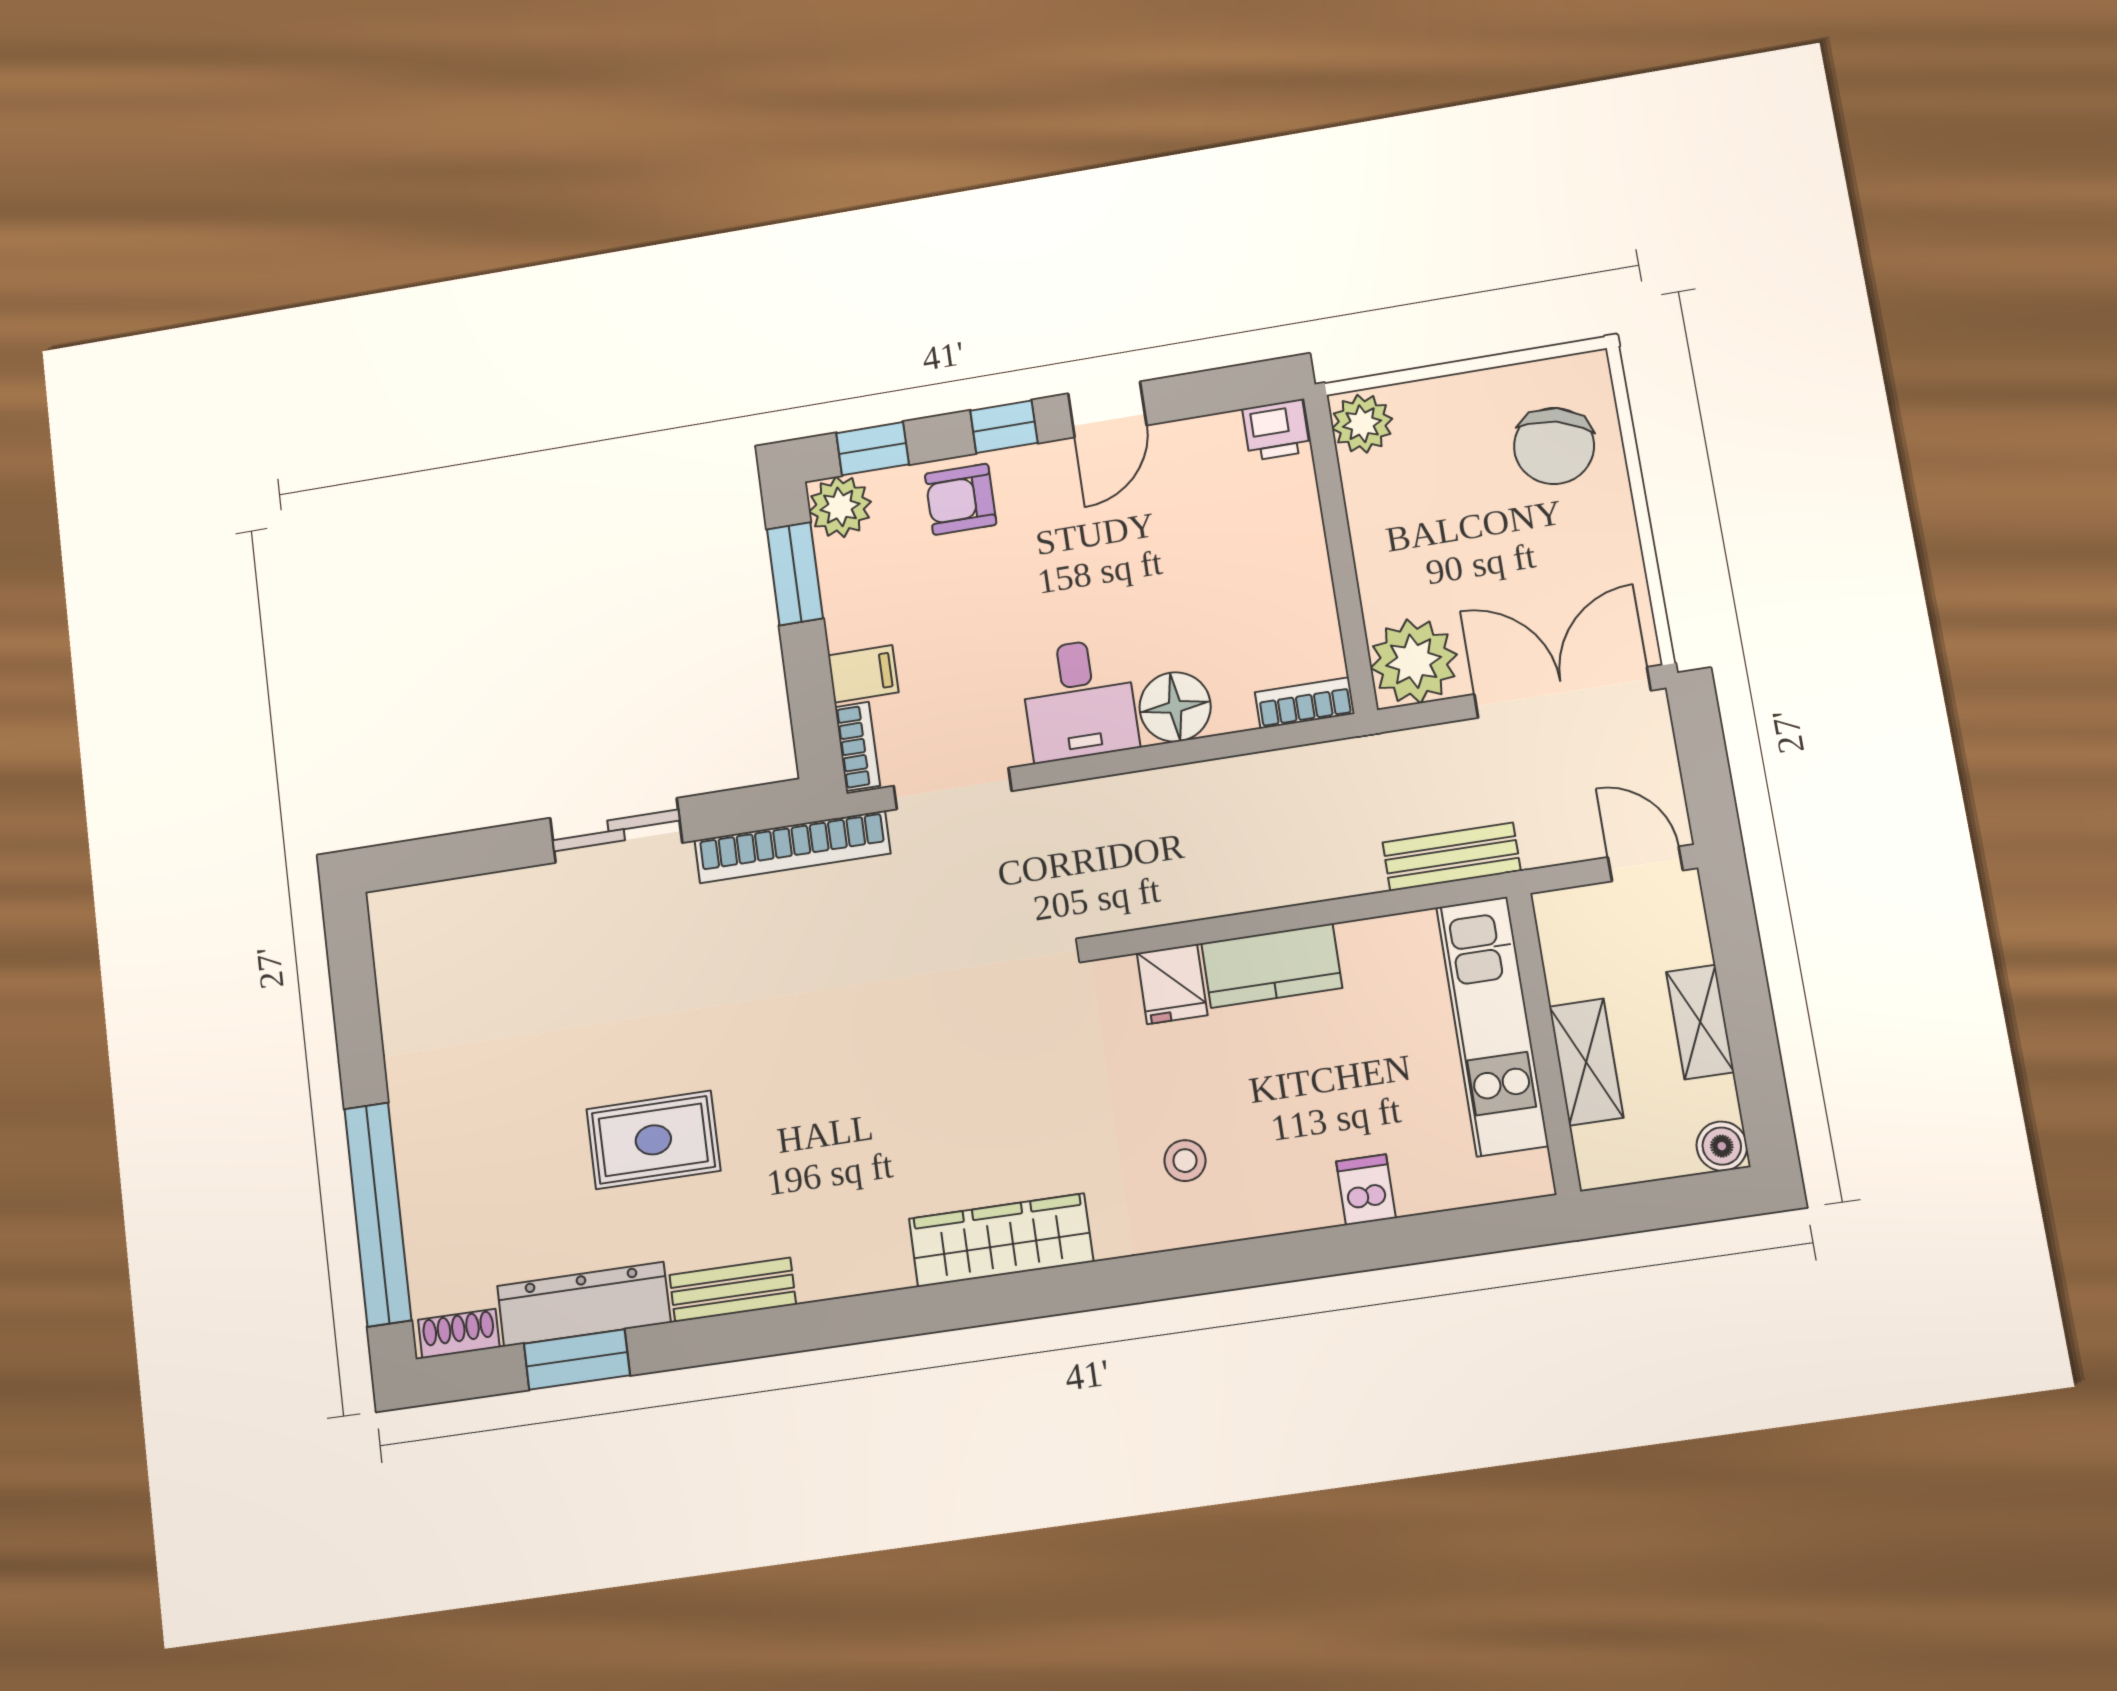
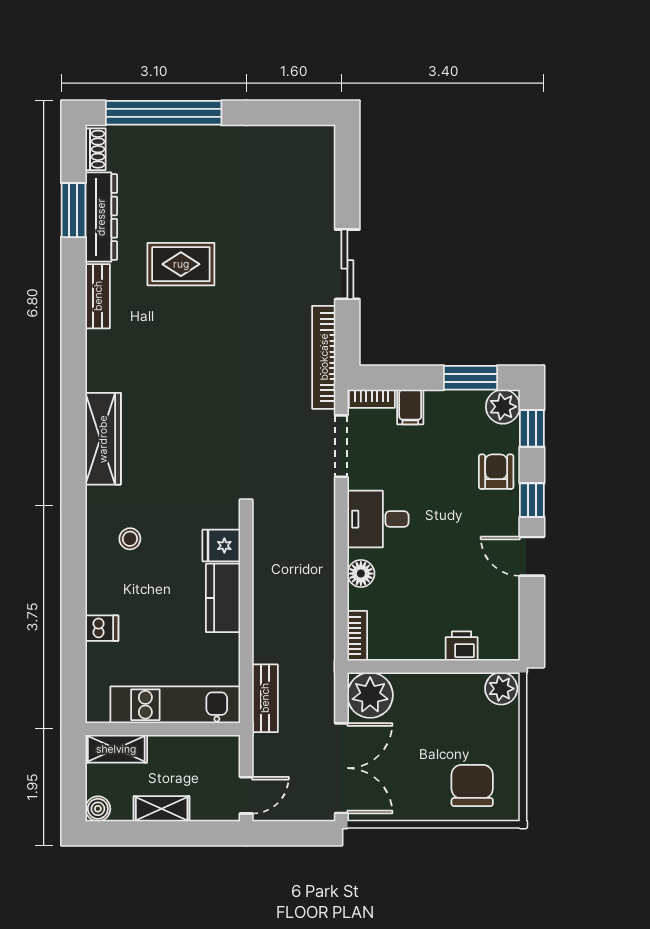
printer: (1276, 430) -> (462, 646), moved, turned 90
chair: (1554, 446) -> (472, 785), turned 76
floor lamp: (1175, 707) -> (361, 574), width x0.73, depth x0.73
shelving: (1586, 1062) -> (116, 749), moved
rug: (653, 1140) -> (181, 264), turned 90

